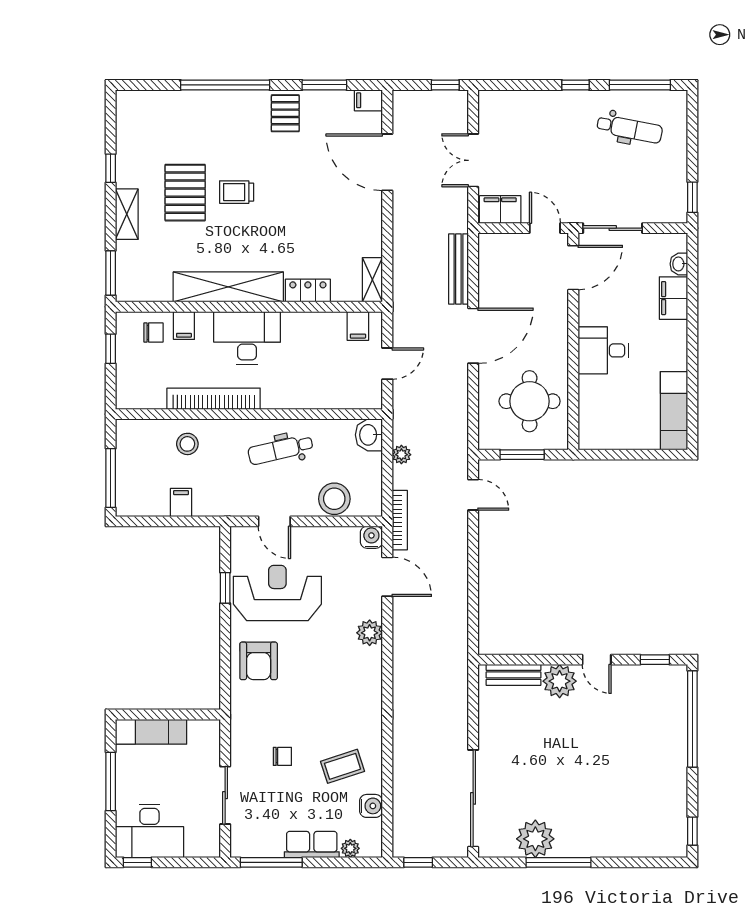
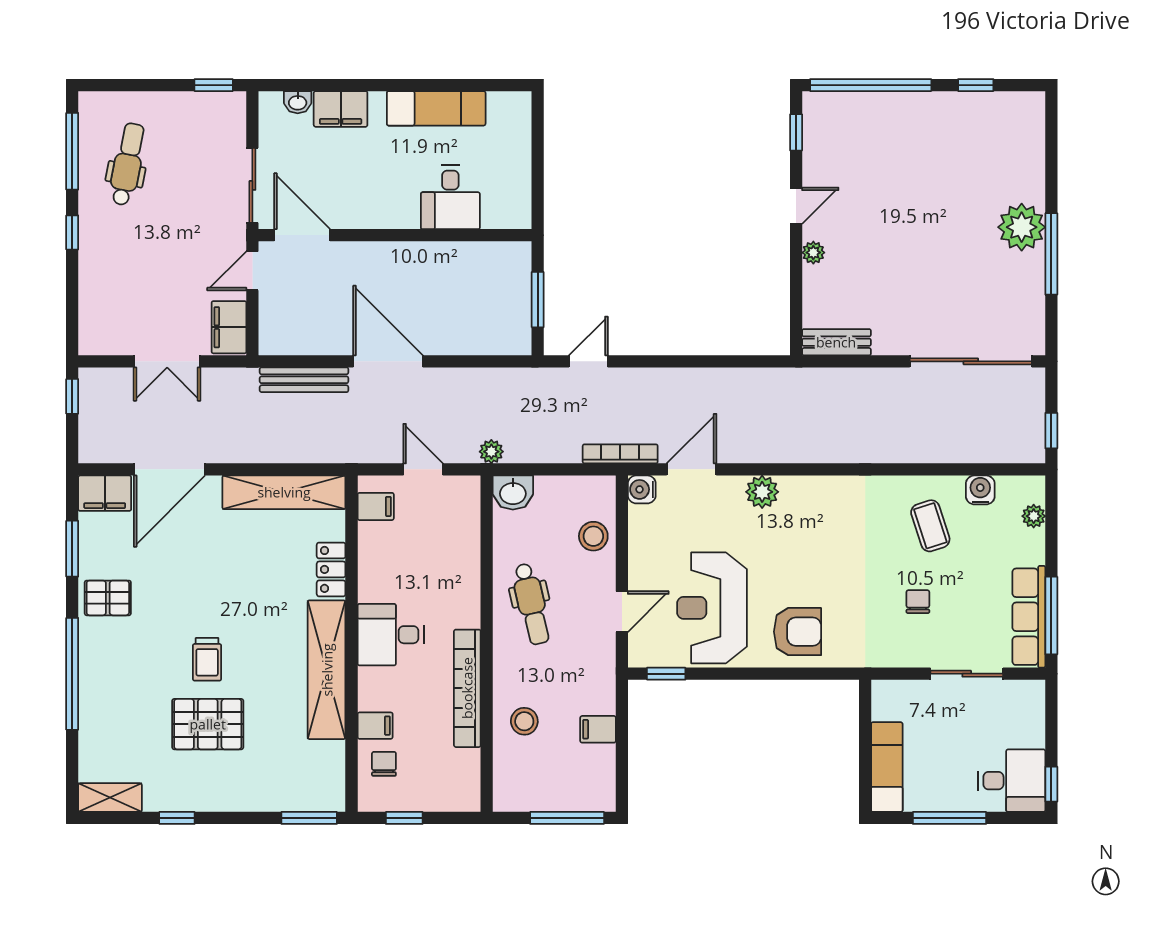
filing cabinet: (368, 100) -> (105, 493), width x2.00
shelving: (127, 214) -> (110, 798), moved
shelving: (372, 280) -> (284, 492), width x2.20, depth x1.33
desk: (247, 338) -> (391, 635), width x0.73
desk: (603, 350) -> (450, 197), moved
round table: (530, 401) -> (470, 290), removed
exam couch: (674, 411) -> (436, 108), moved
plant: (401, 455) -> (491, 452), moved
stool: (334, 499) -> (593, 536), width x0.73, depth x0.73
window: (225, 588) -> (666, 674), moved
bench: (513, 675) -> (836, 342), moved, turned 90
plant: (560, 681) -> (813, 253), width x0.53, depth x0.53
desk: (149, 831) -> (1012, 781), width x0.73
window: (692, 831) -> (976, 85), moved
plant: (535, 839) -> (1022, 227), moved
row of seats: (312, 844) -> (1029, 617), moved, width x1.48

